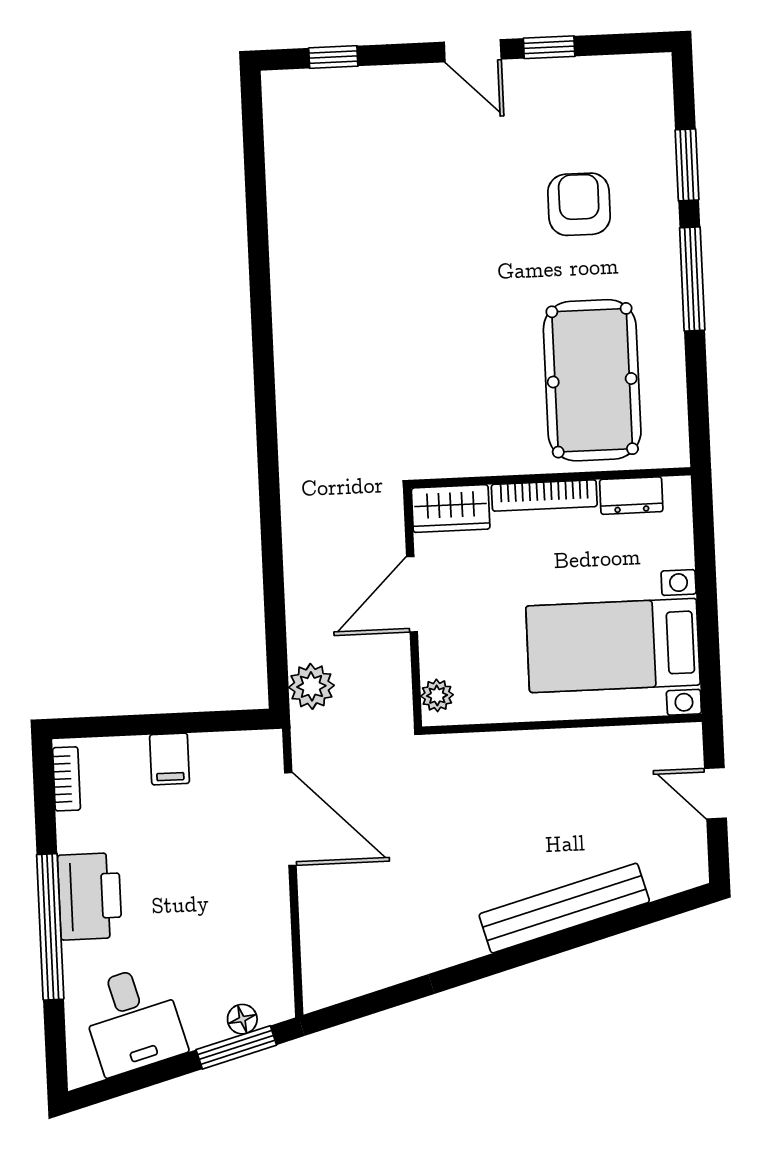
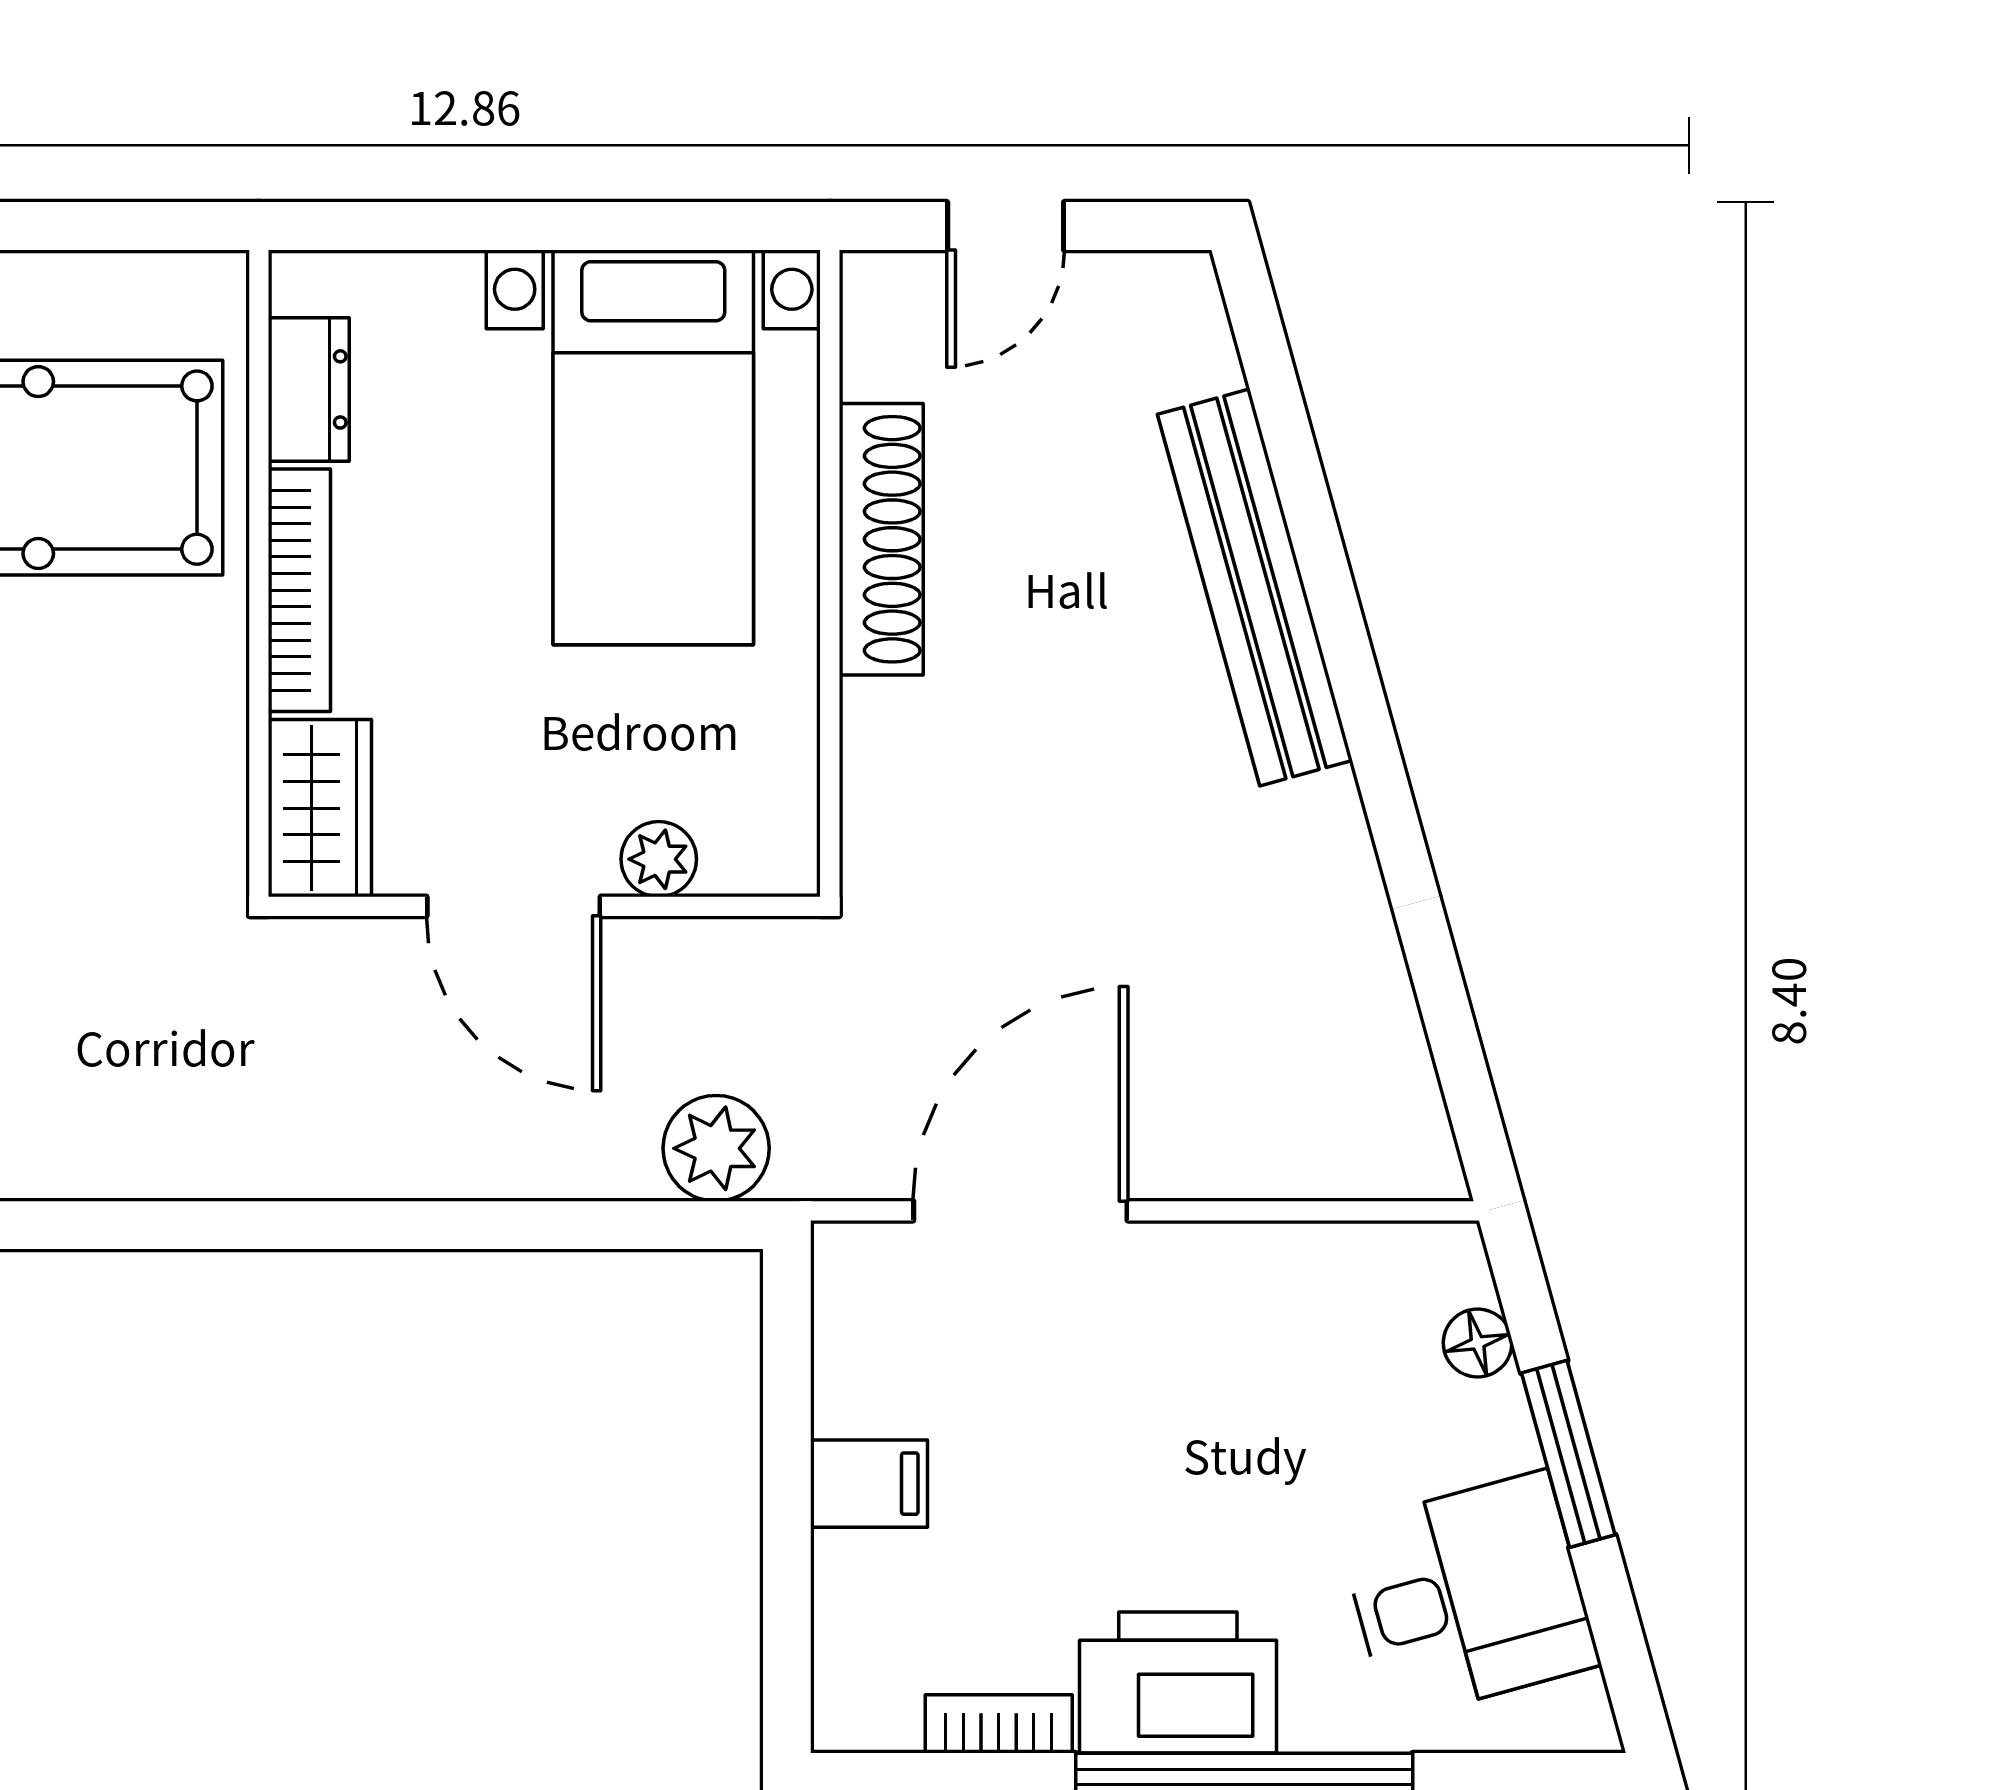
plant: (437, 695) -> (659, 859), moved
shoe rack: (578, 746) -> (881, 539), added
bookcase: (66, 779) -> (999, 1724), moved
window: (236, 1047) -> (1568, 1454), moved

